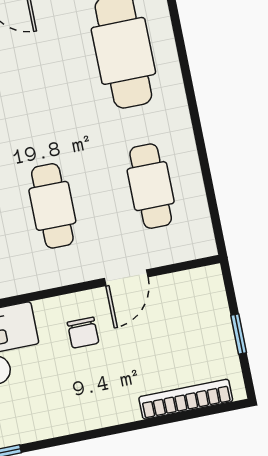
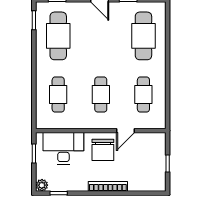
chair: (83, 333) -> (103, 150), width x1.87, depth x1.87
bookcase: (186, 399) -> (108, 186), moved

